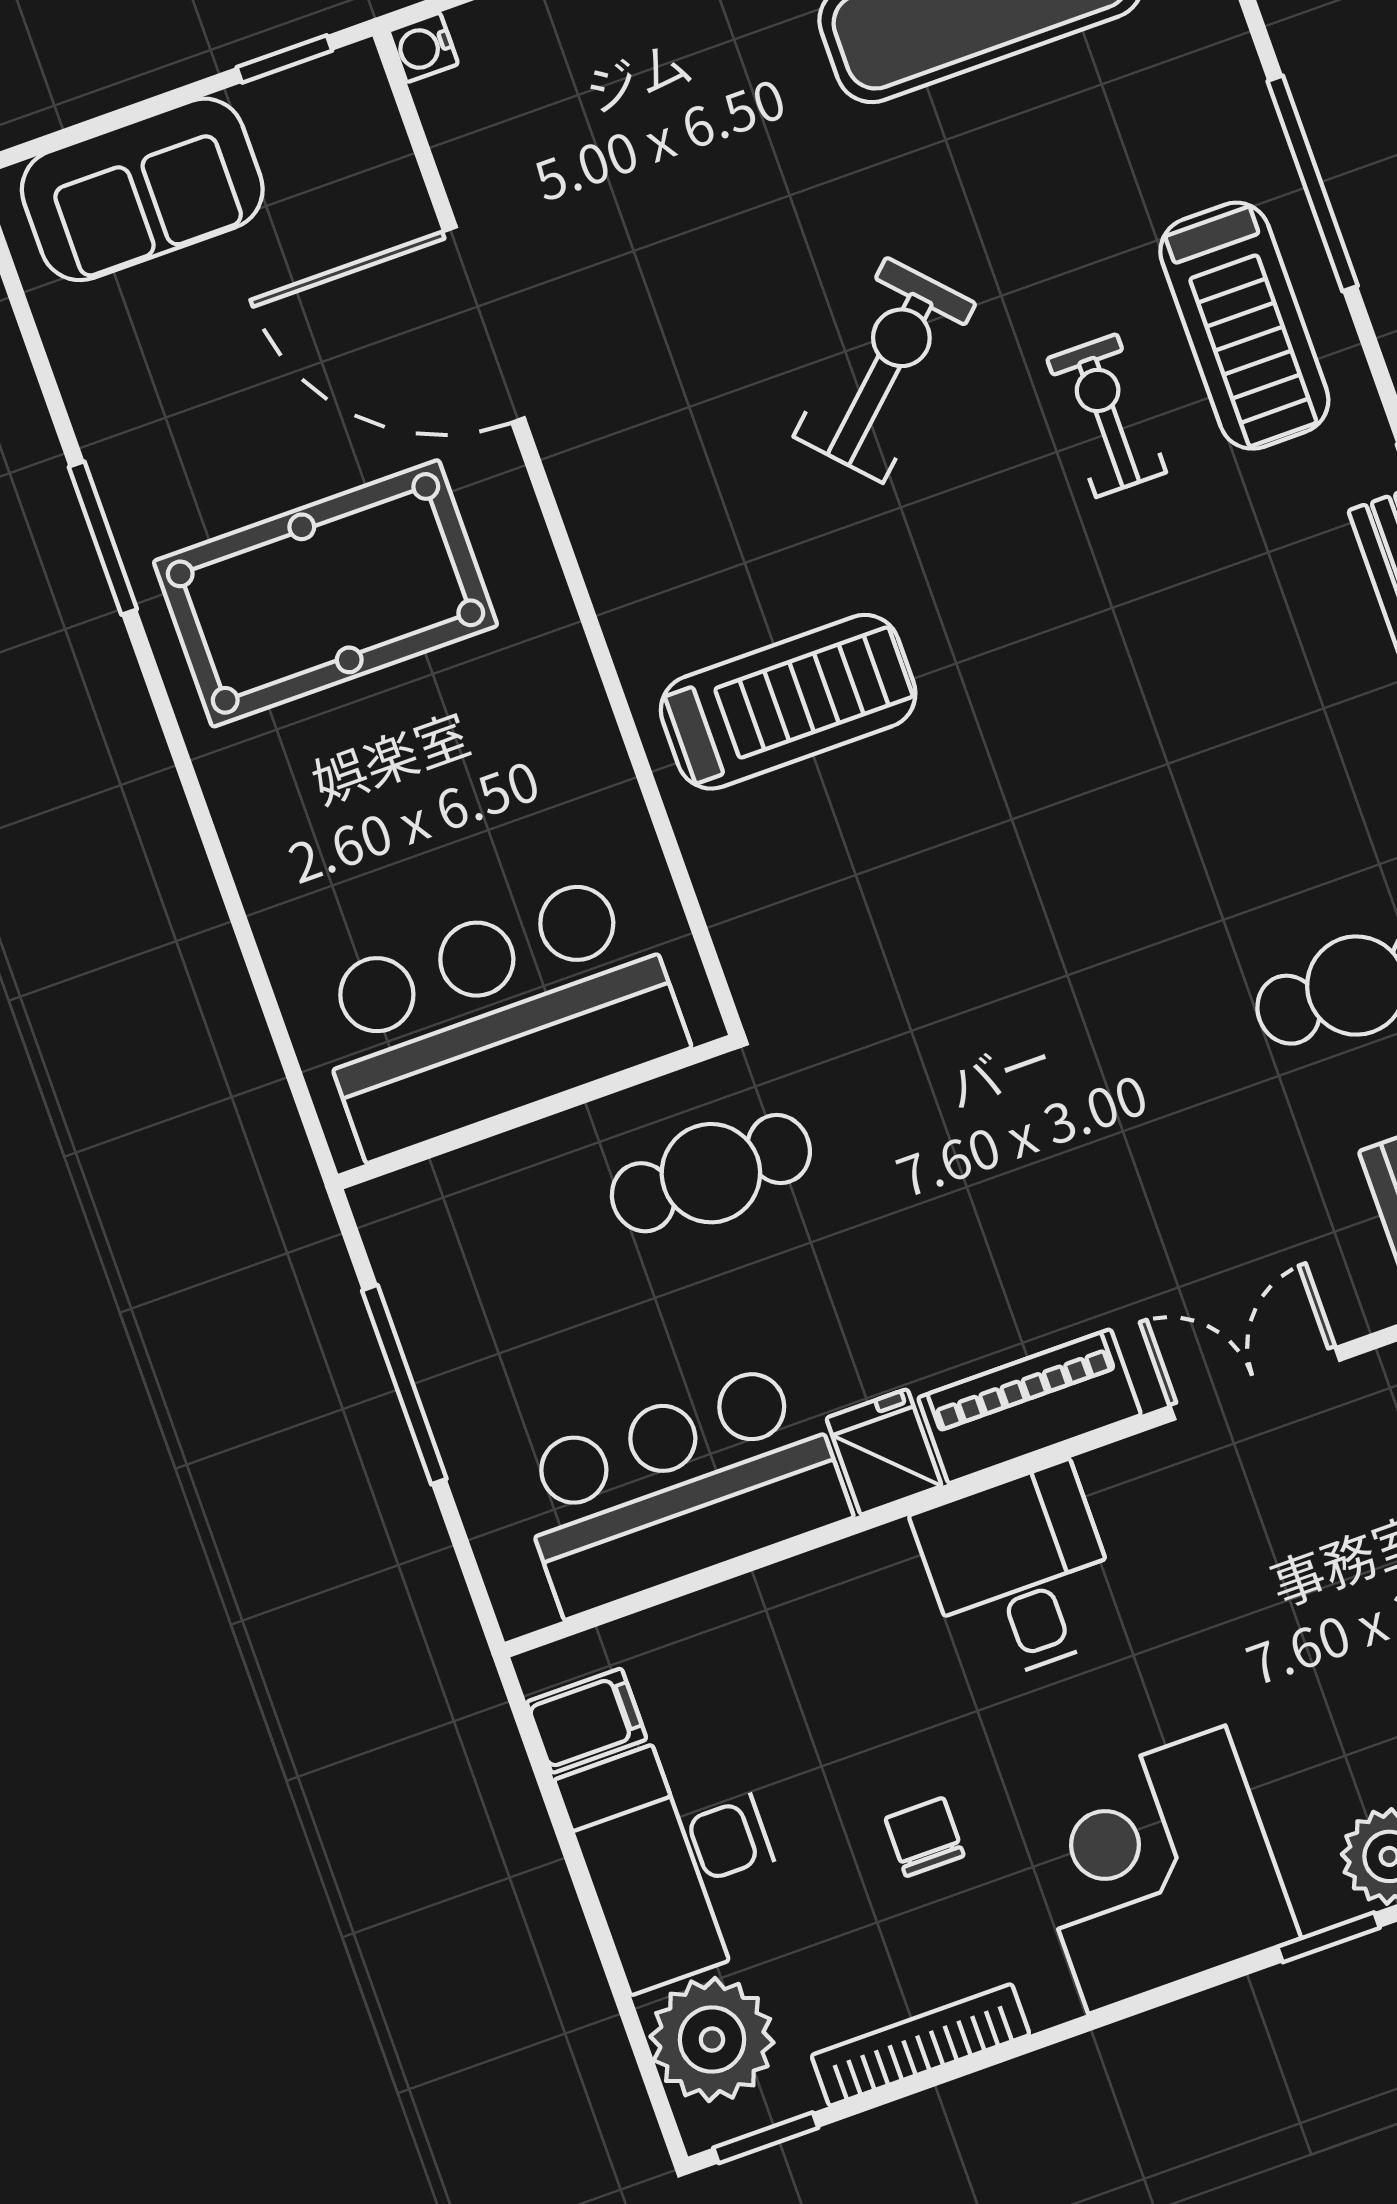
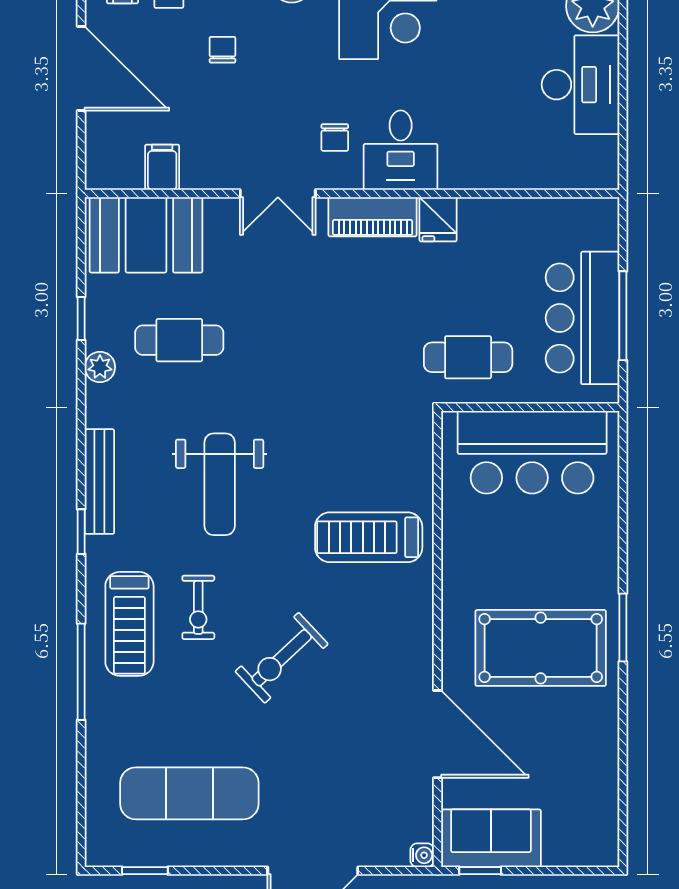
sofa: (142, 189) -> (491, 838), moved
treadmill: (1244, 326) -> (129, 624), turned 180
window: (103, 538) -> (623, 628), moved
weight bench: (1156, 702) -> (220, 484), added
bar counter: (681, 1488) -> (583, 318), moved, turned 90
filing cabinet: (587, 1721) -> (598, 153), removed
chair: (925, 1837) -> (335, 138), moved

